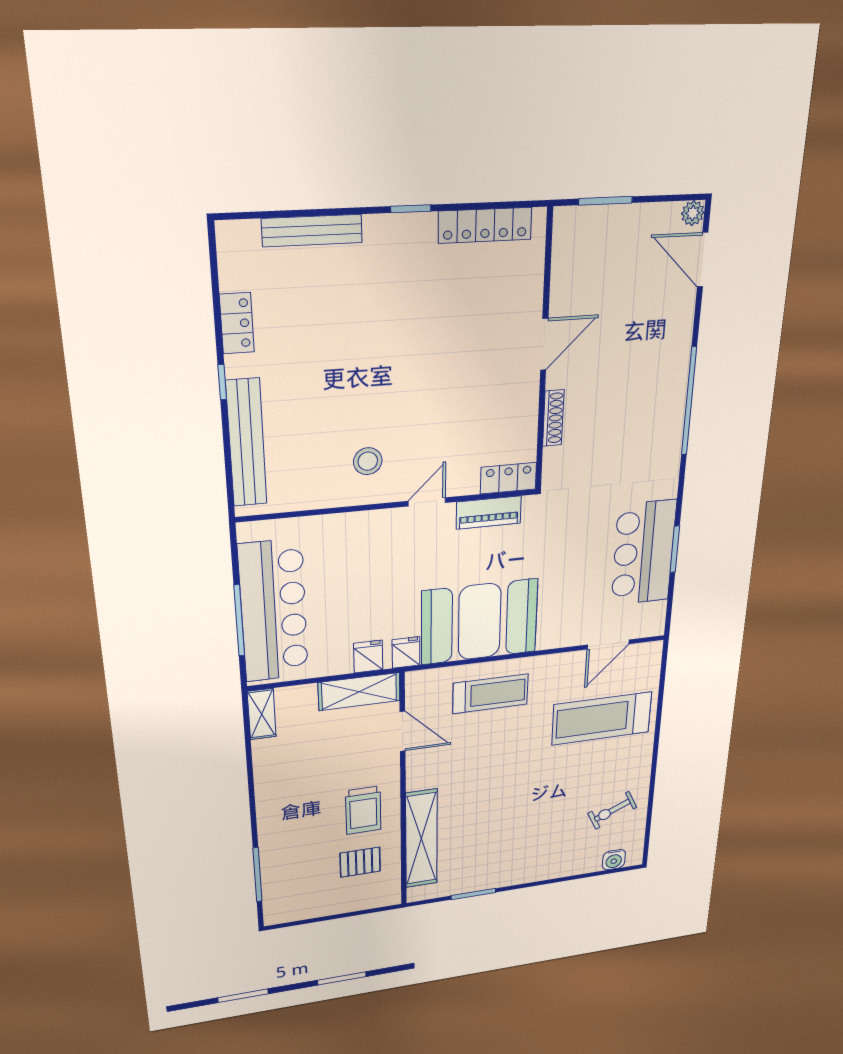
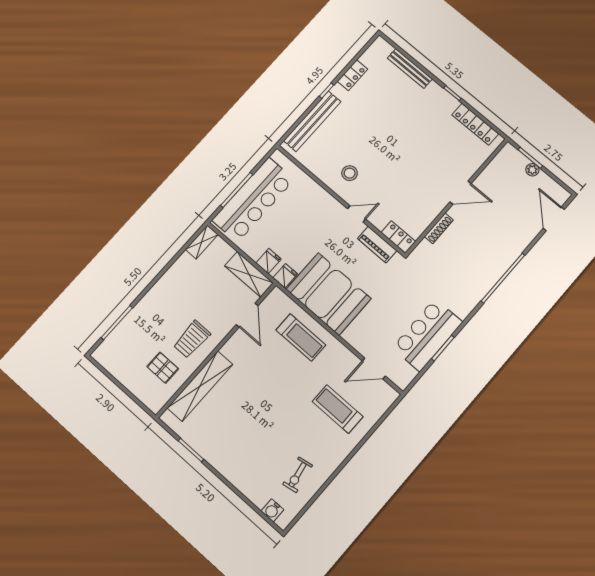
plant: (693, 213) -> (532, 170), moved
treadmill: (602, 718) -> (338, 409), width x0.73, depth x0.73
exercise bike: (612, 810) -> (298, 475), turned -75

